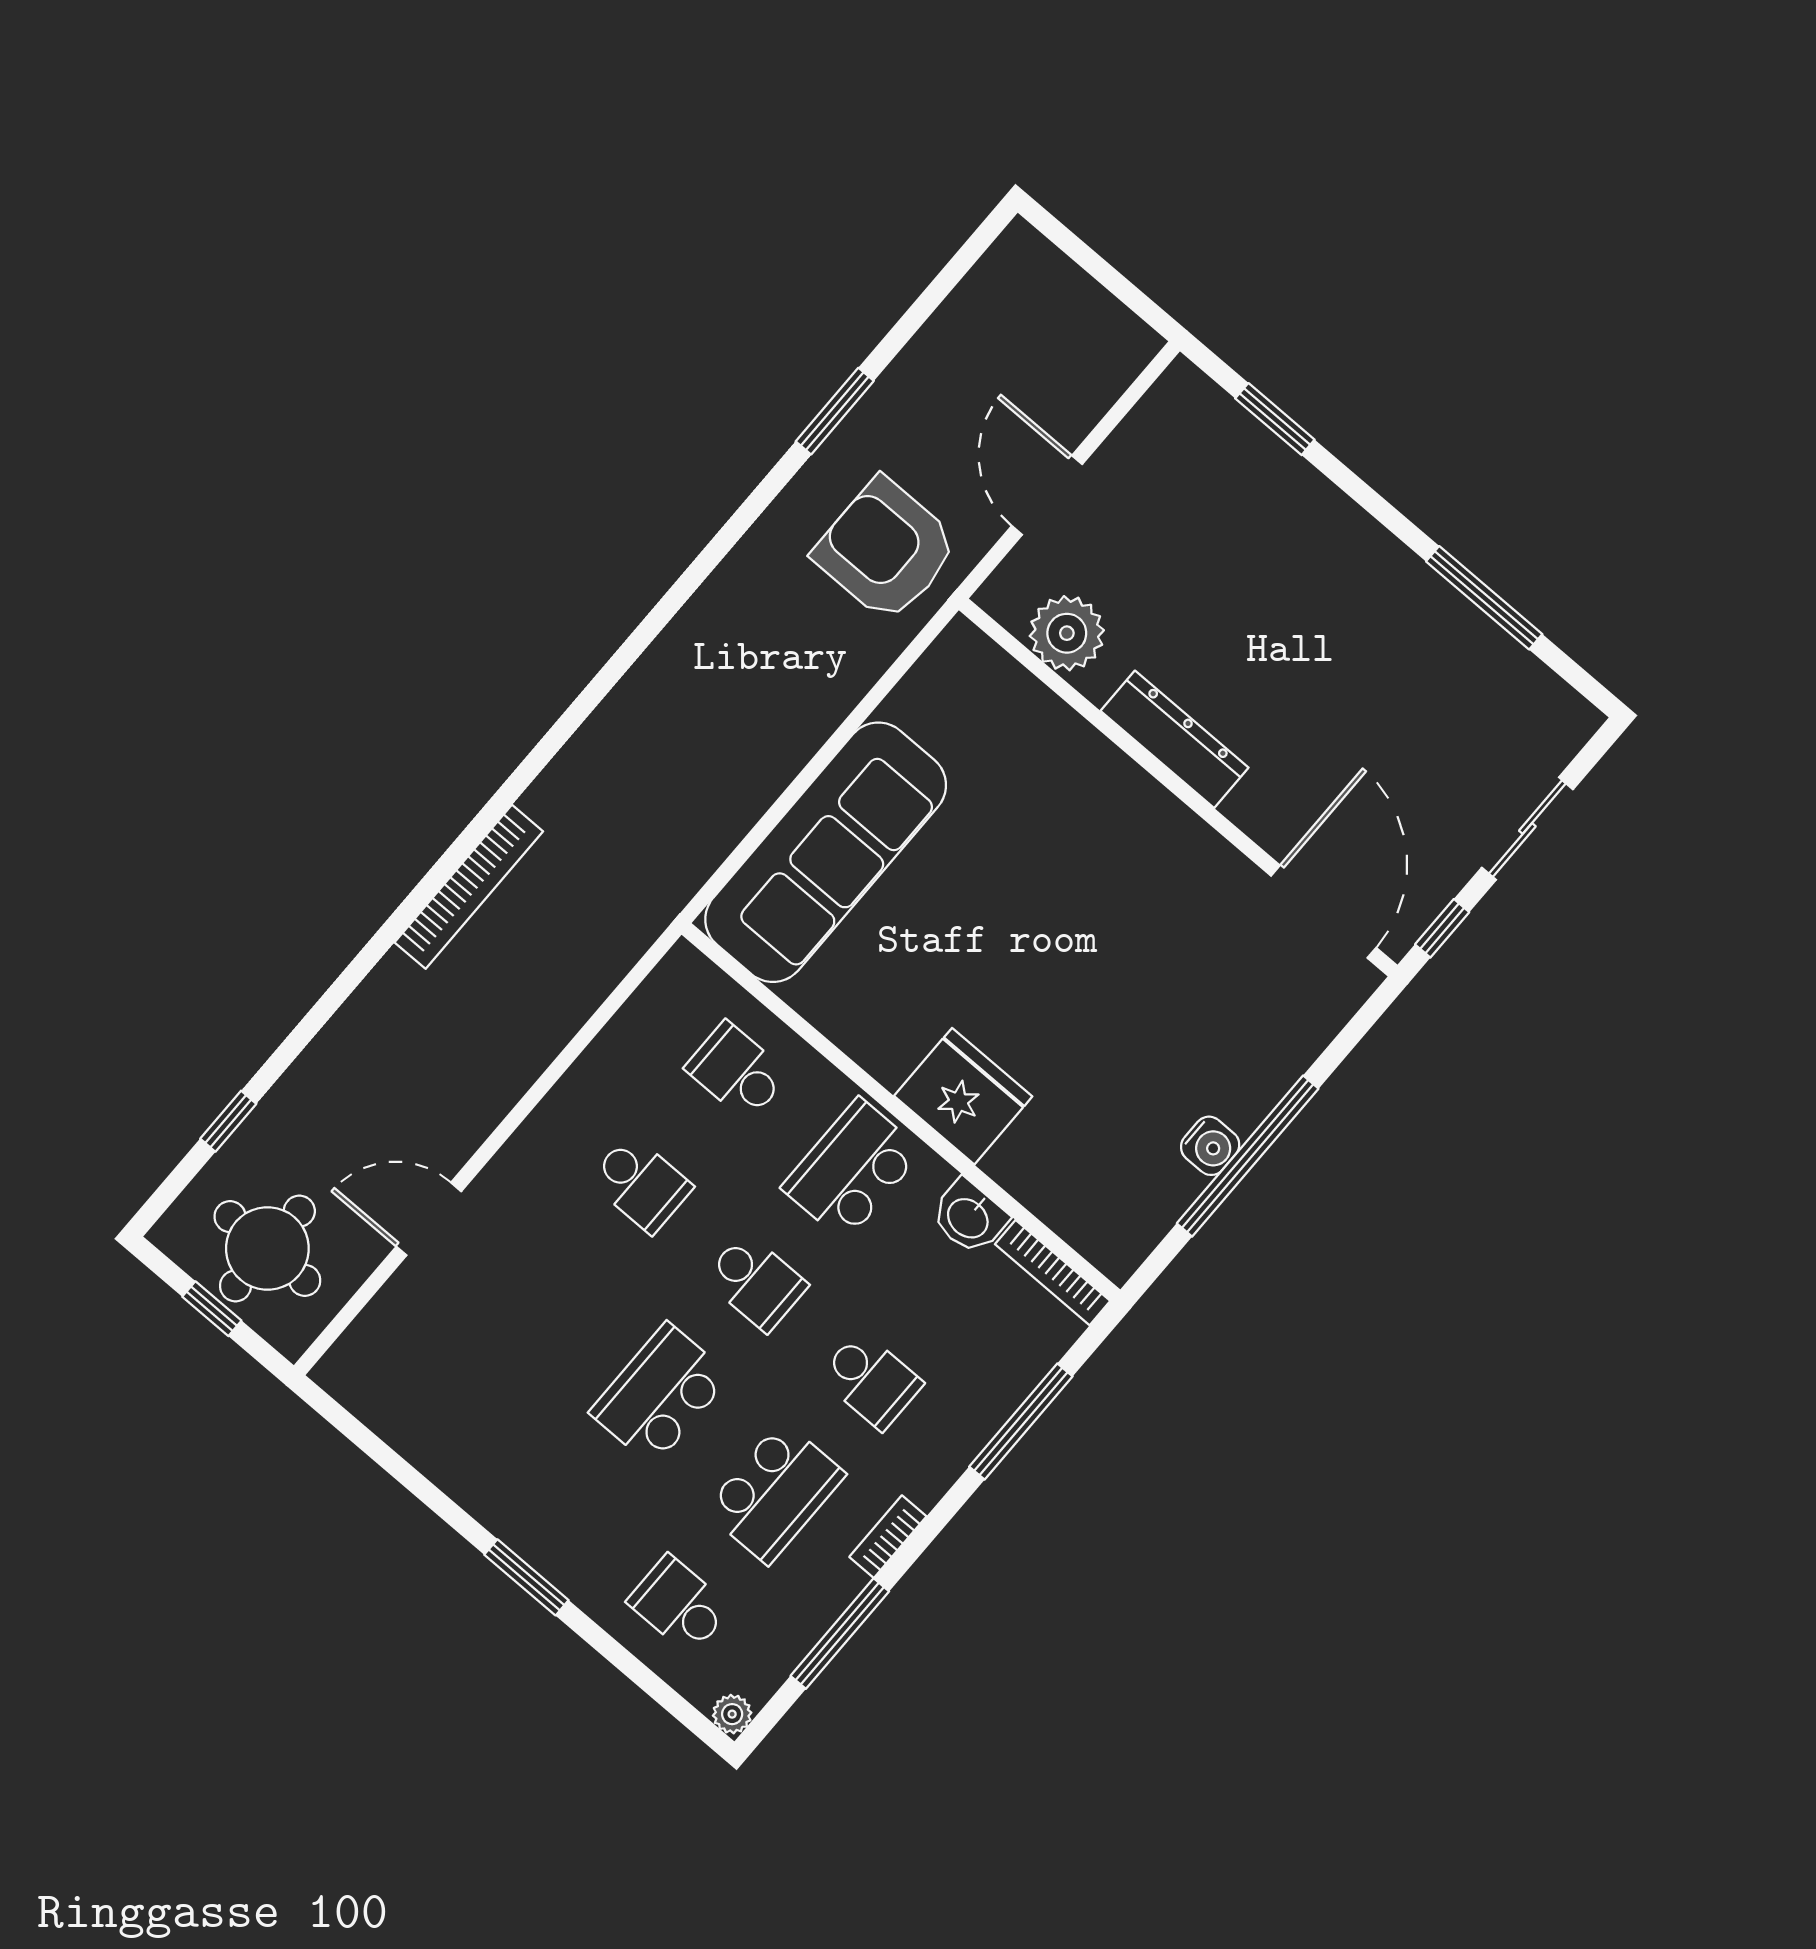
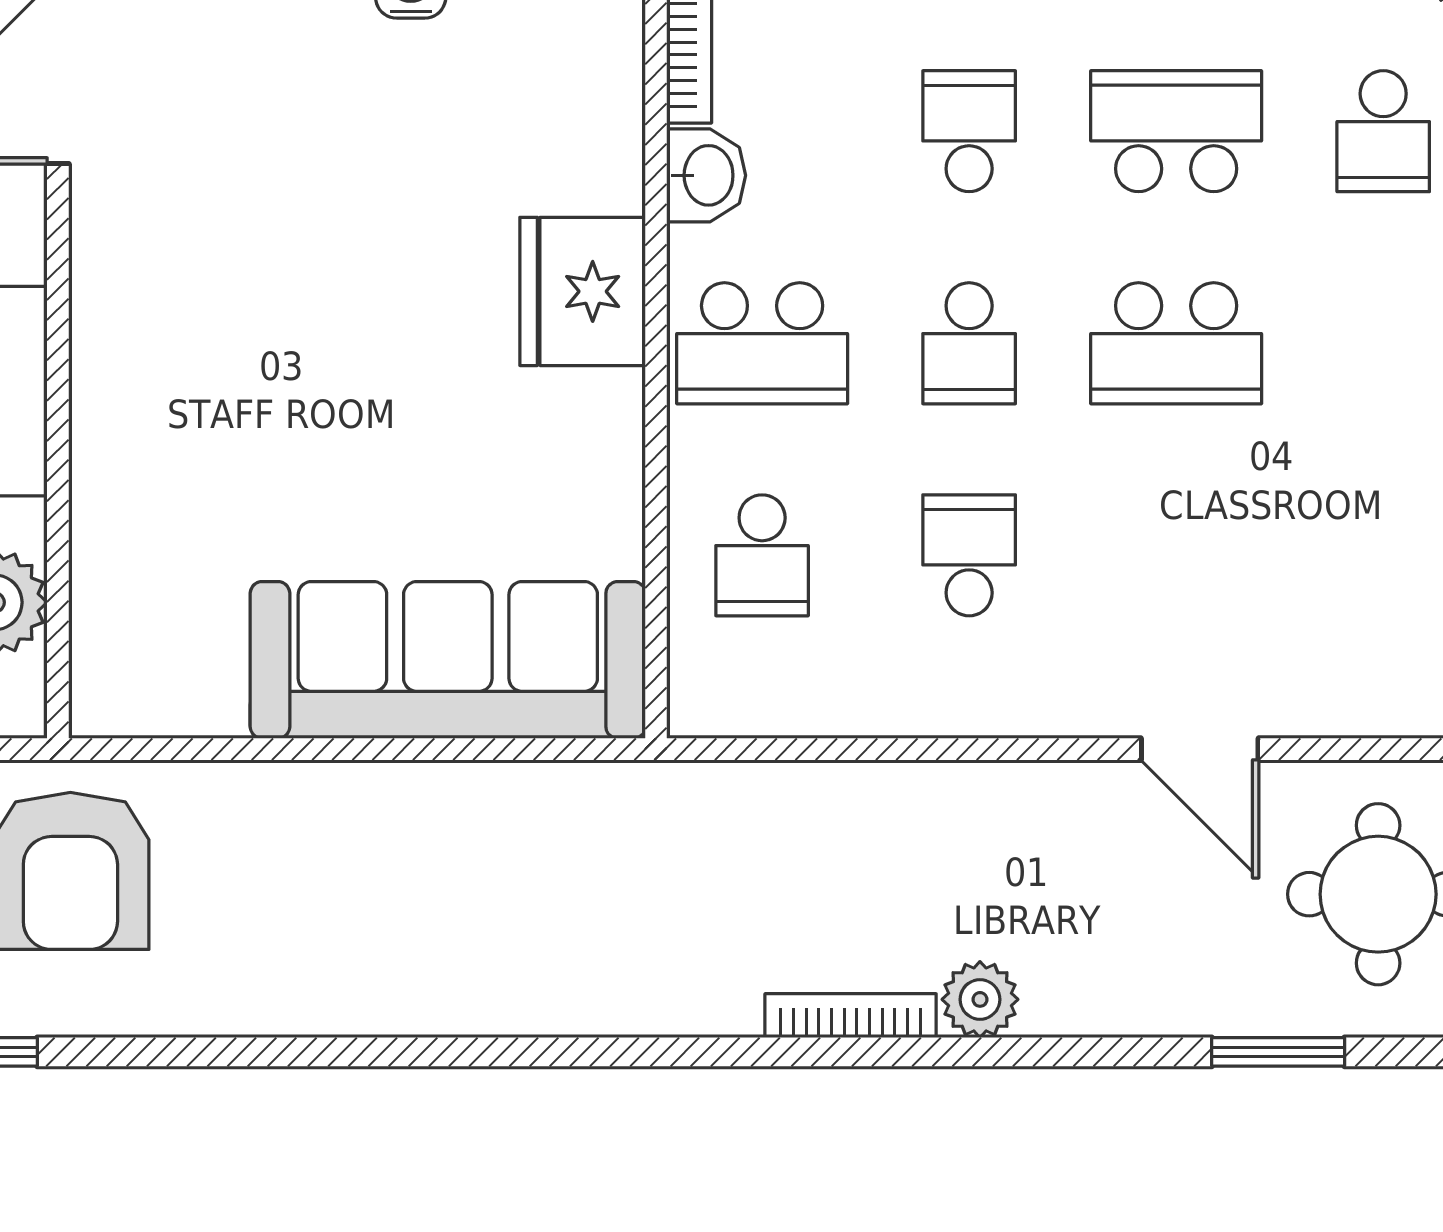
bookcase: (469, 887) -> (851, 1016), width x0.68, depth x0.76
plant: (395, 984) -> (980, 999), added
window: (228, 1121) -> (1278, 1052), width x1.50
school desk: (756, 1282) -> (969, 343), turned 180

